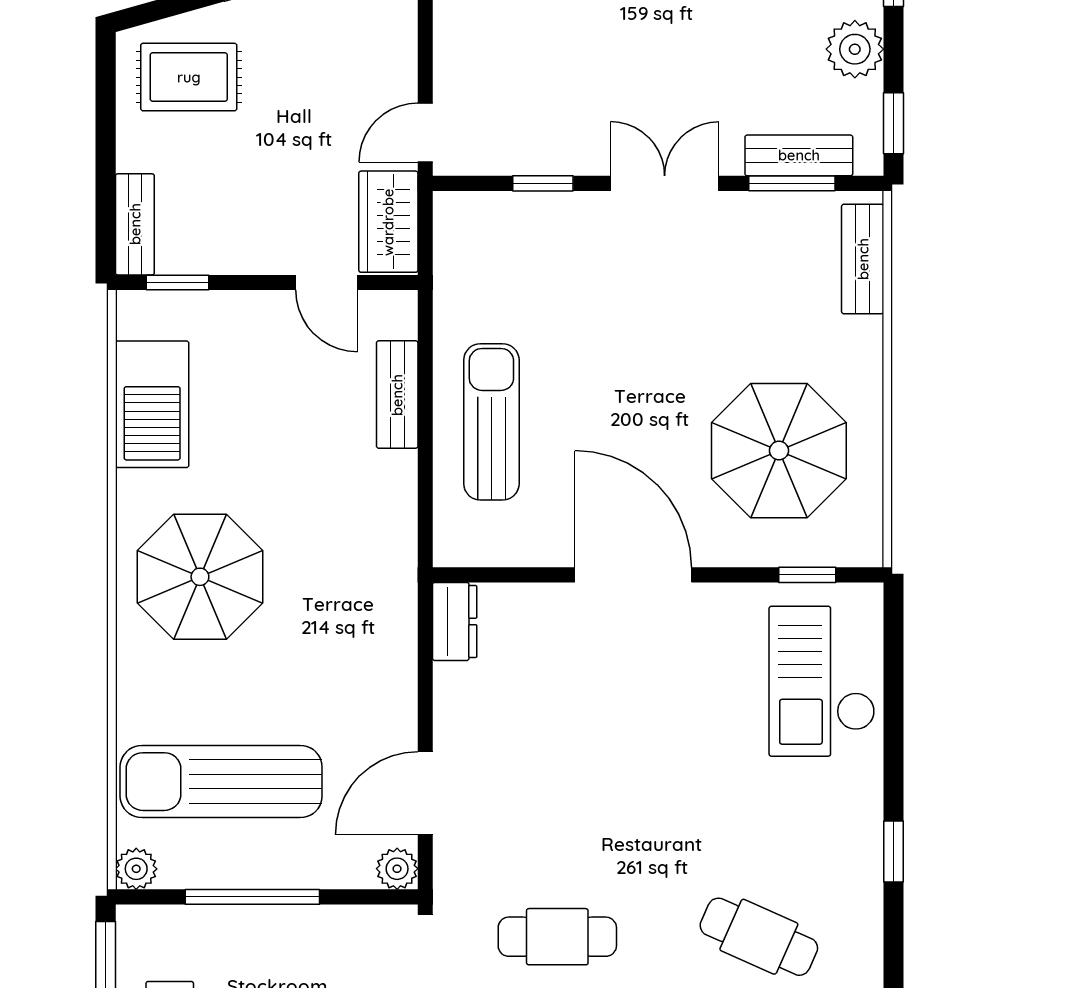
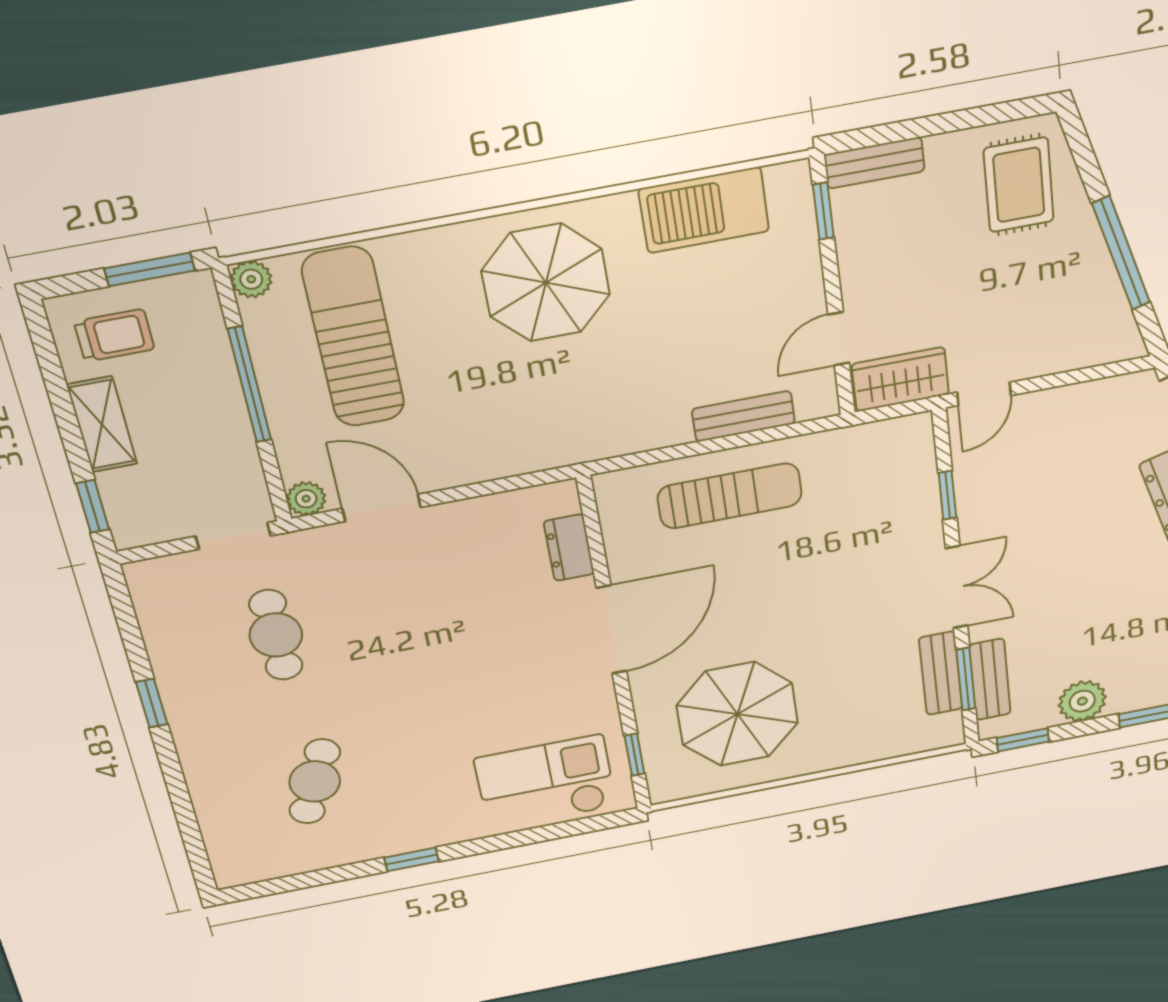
door: (425, 133) -> (984, 394), swing flipped
bench: (863, 259) -> (941, 673), moved, turned 90
dresser: (455, 621) -> (569, 548), moved, turned 90

